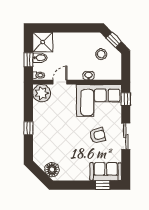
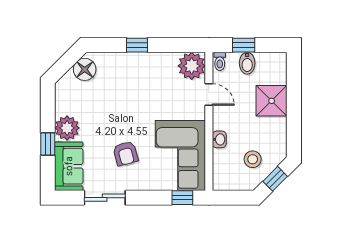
shower: (43, 42) -> (272, 101), moved
sliding door: (126, 136) -> (105, 198), moved
floor lamp: (52, 170) -> (85, 69), moved
plant: (81, 173) -> (67, 128), added
window: (103, 185) -> (48, 144), moved

